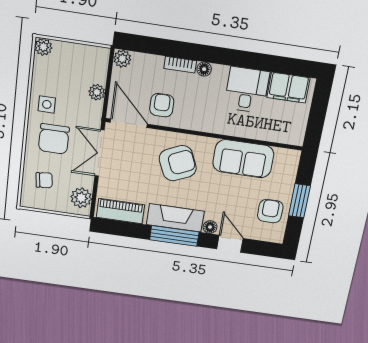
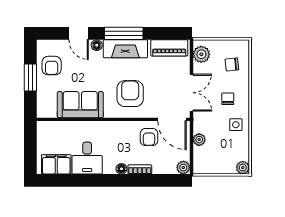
chair: (54, 139) -> (228, 99), width x0.54, depth x0.54
armchair: (178, 163) -> (130, 94), turned 114

